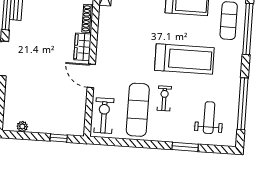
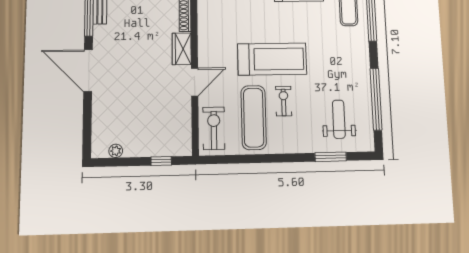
treadmill: (184, 59) -> (272, 59), moved
door: (91, 76) -> (195, 82), swing flipped
window: (185, 147) -> (331, 157), moved

